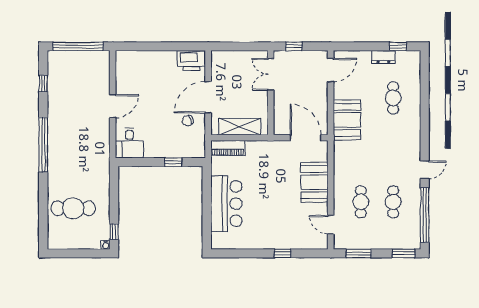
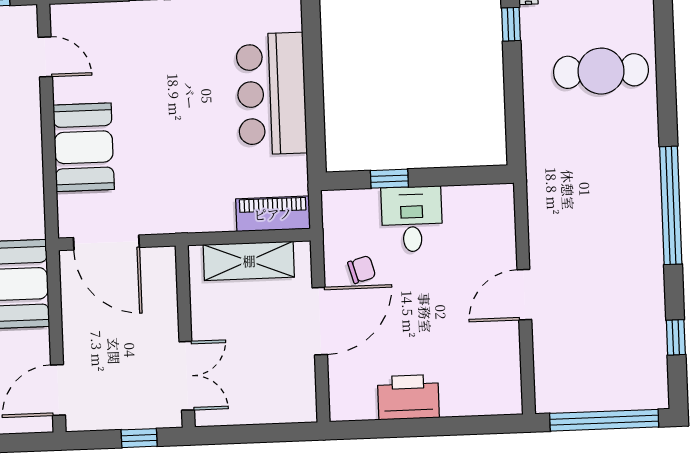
printer: (191, 61) -> (408, 397), moved
desk: (129, 143) -> (412, 219), moved

